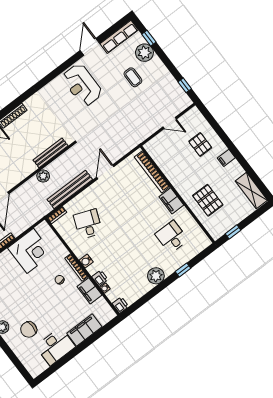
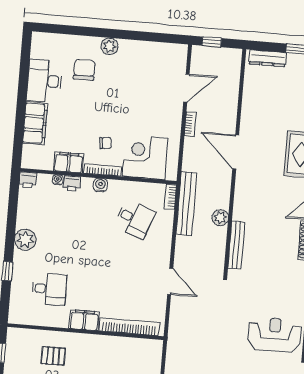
bench: (70, 189) -> (186, 204), moved
pallet: (208, 200) -> (53, 356), width x0.67, depth x0.71
corner desk: (30, 251) -> (145, 157), moved, turned 90

